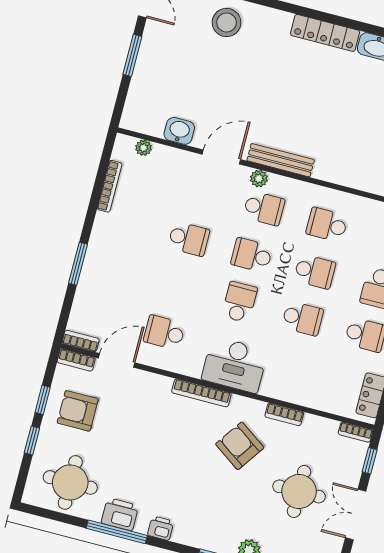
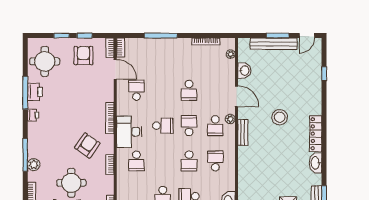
stool: (227, 23) -> (280, 117), moved
bench: (145, 66) -> (274, 44), added
bench: (281, 160) -> (243, 133), width x0.73
window: (78, 264) -> (161, 36), width x1.44
school desk: (302, 318) -> (136, 161), moved

